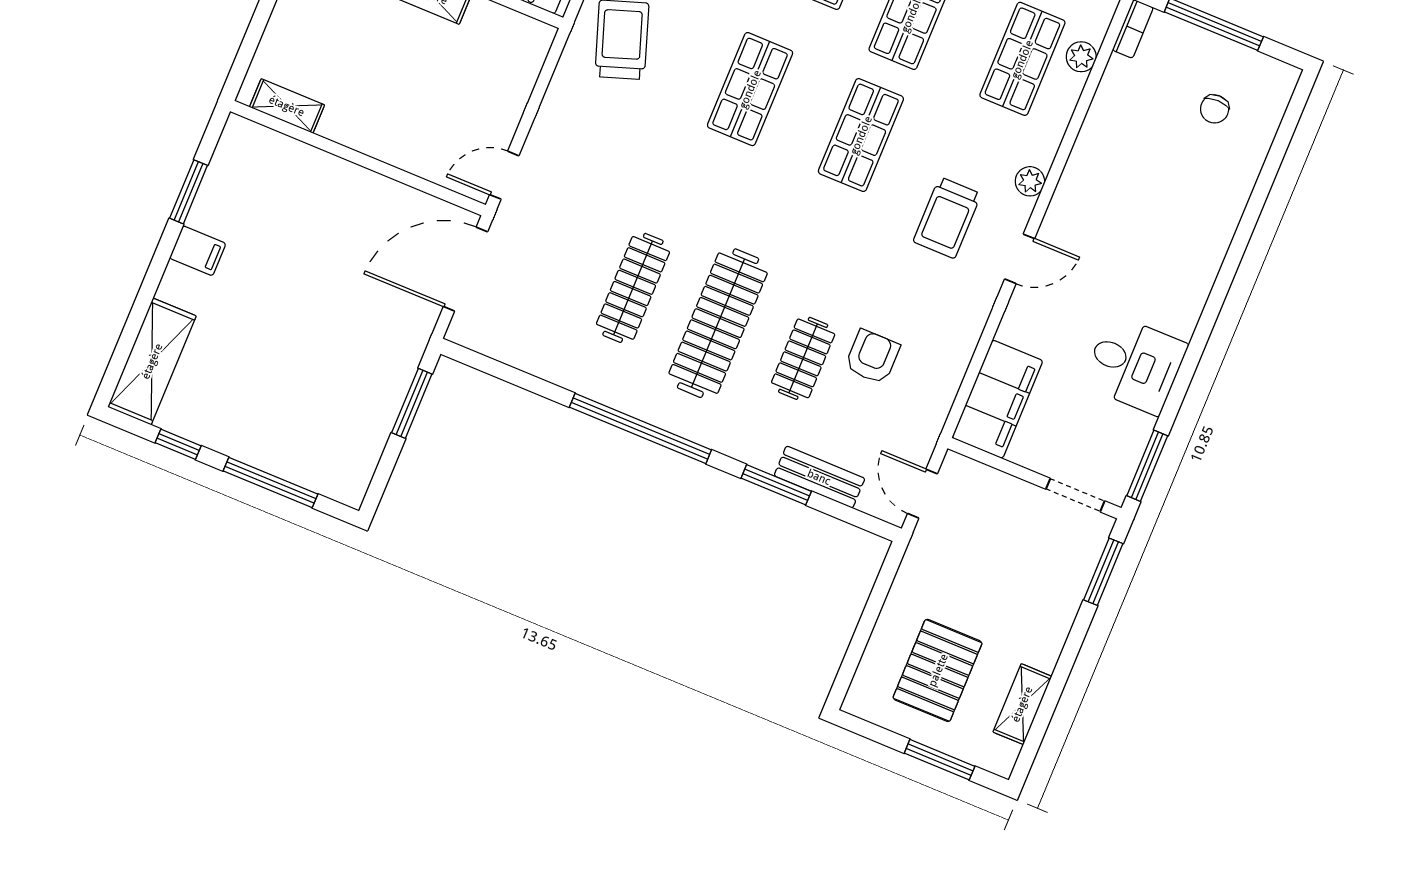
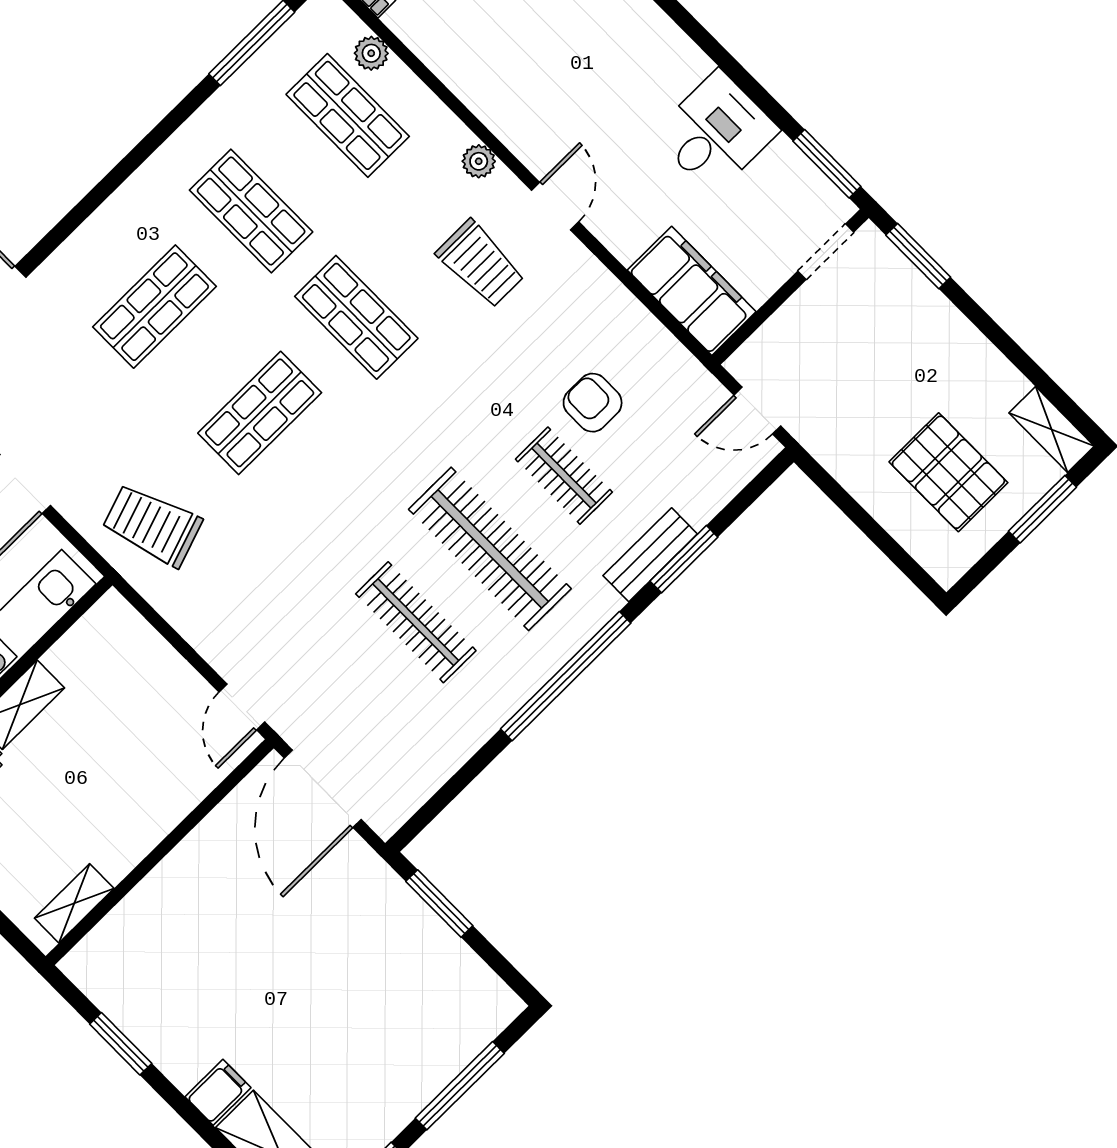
shop shelf: (750, 89) -> (260, 413), turned 90
filing cabinet: (198, 251) -> (218, 1092), moved
bench: (819, 477) -> (650, 555), moved
shelving: (1022, 704) -> (1052, 429), moved

